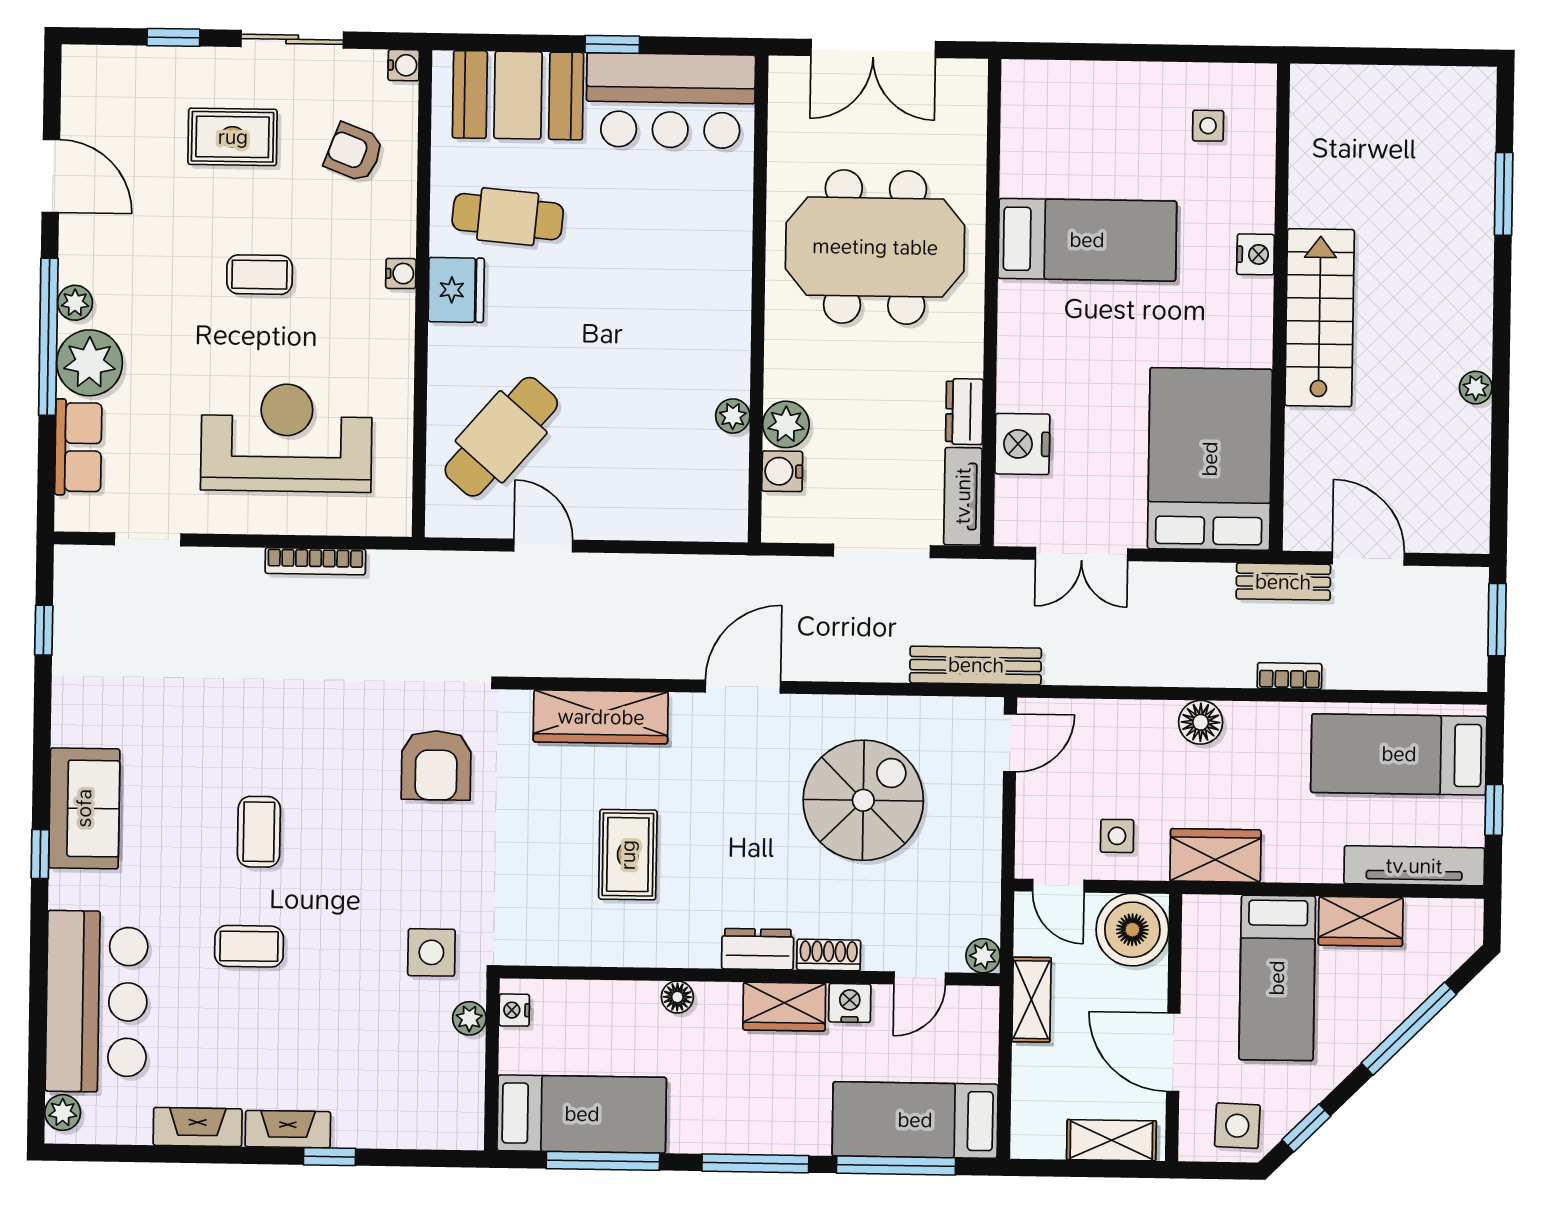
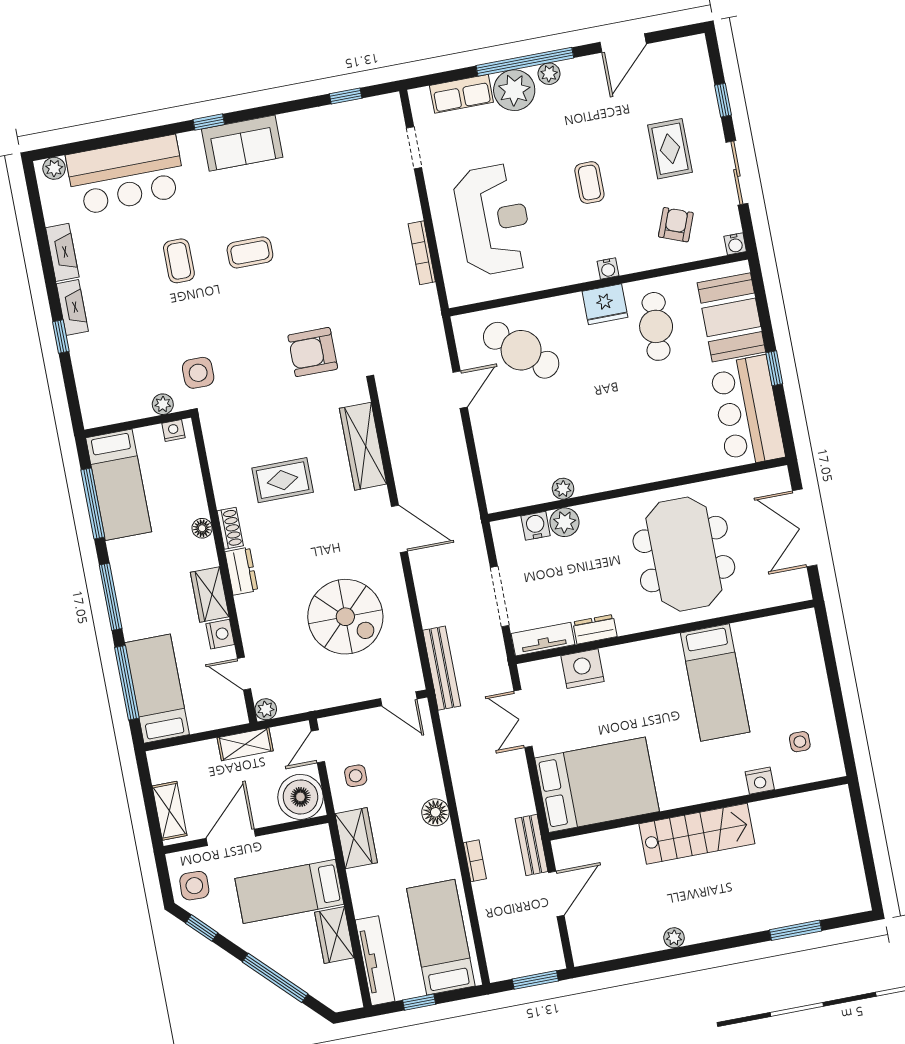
nightstand: (1256, 254) -> (760, 781), moved
shoe rack: (829, 955) -> (230, 528), moved

